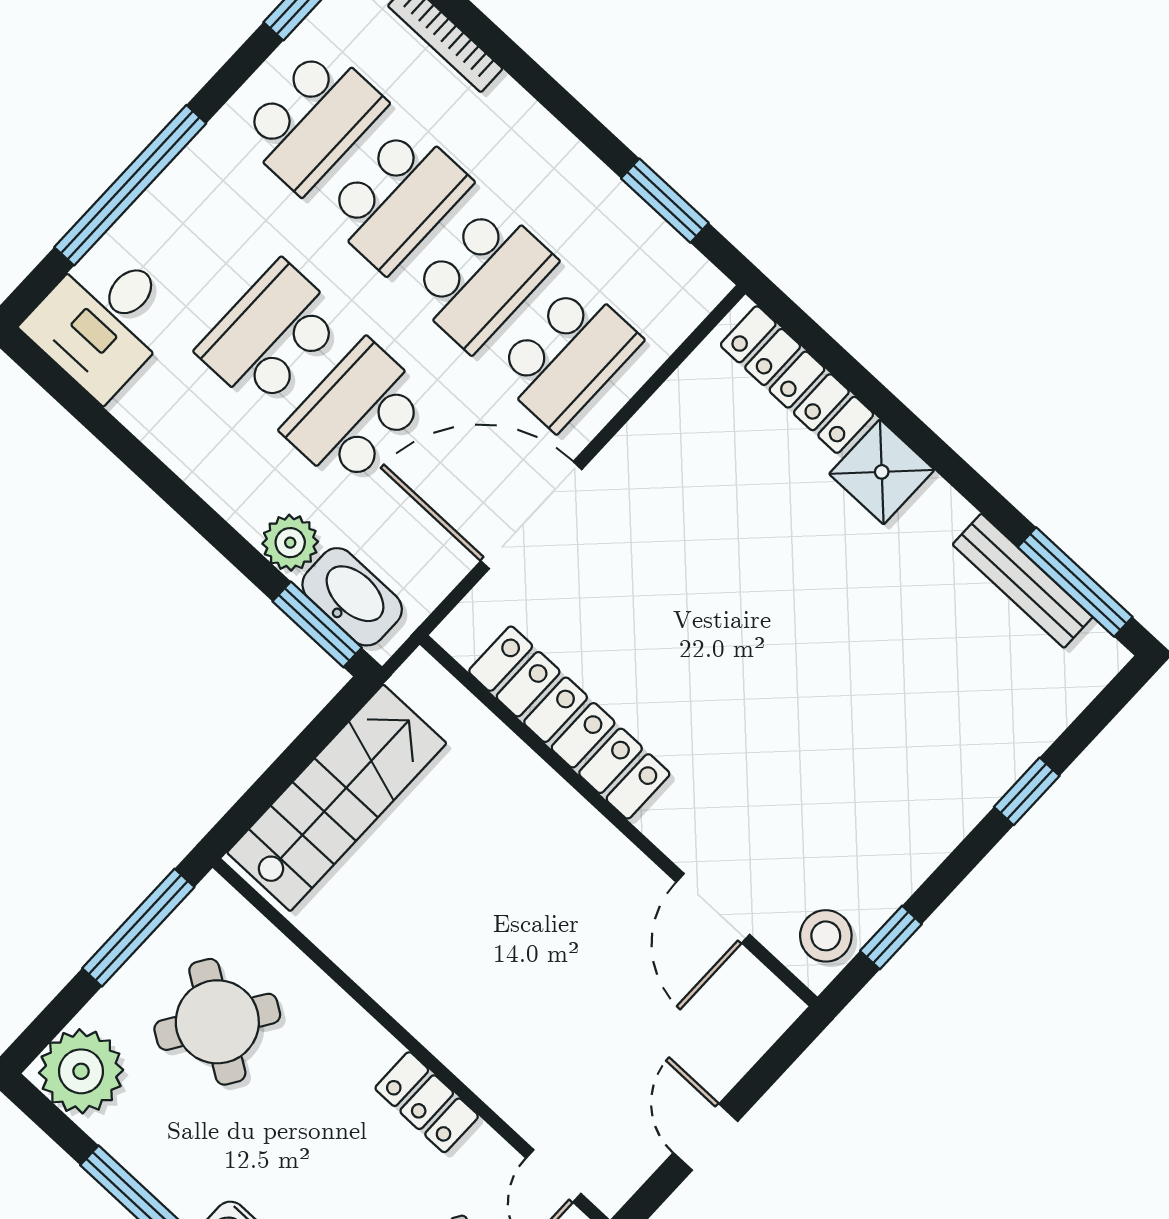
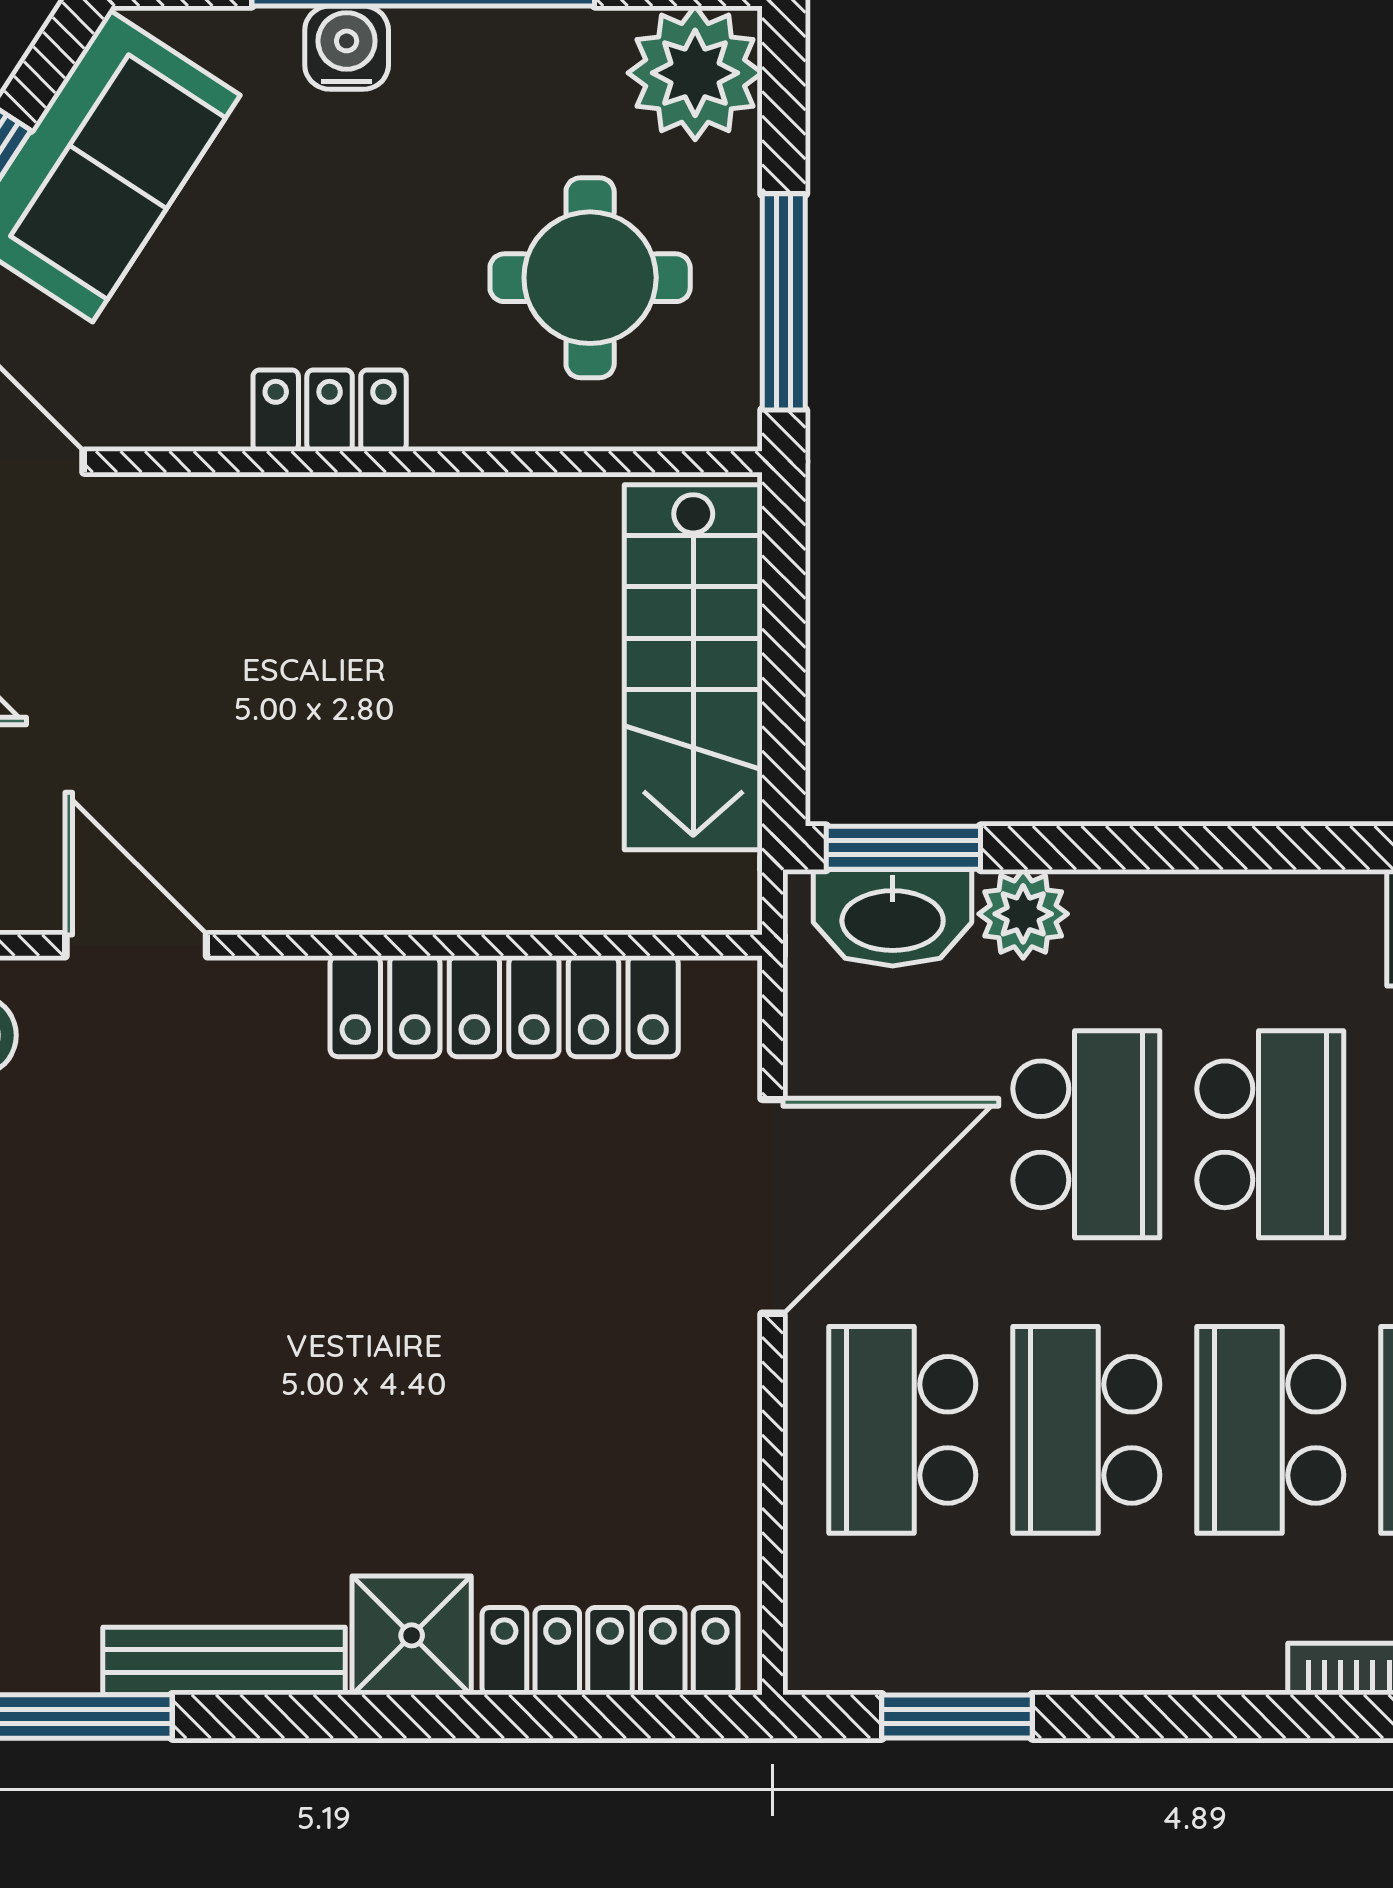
bench: (1023, 581) -> (224, 1661), moved
round table: (217, 1022) -> (590, 278), turned -33
locker: (427, 1102) -> (330, 411), moved

